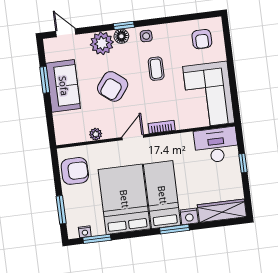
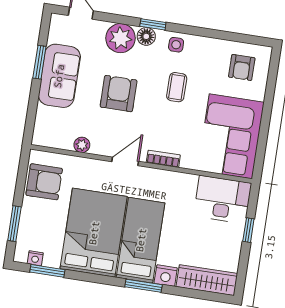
armchair: (113, 86) -> (119, 94), turned 142

